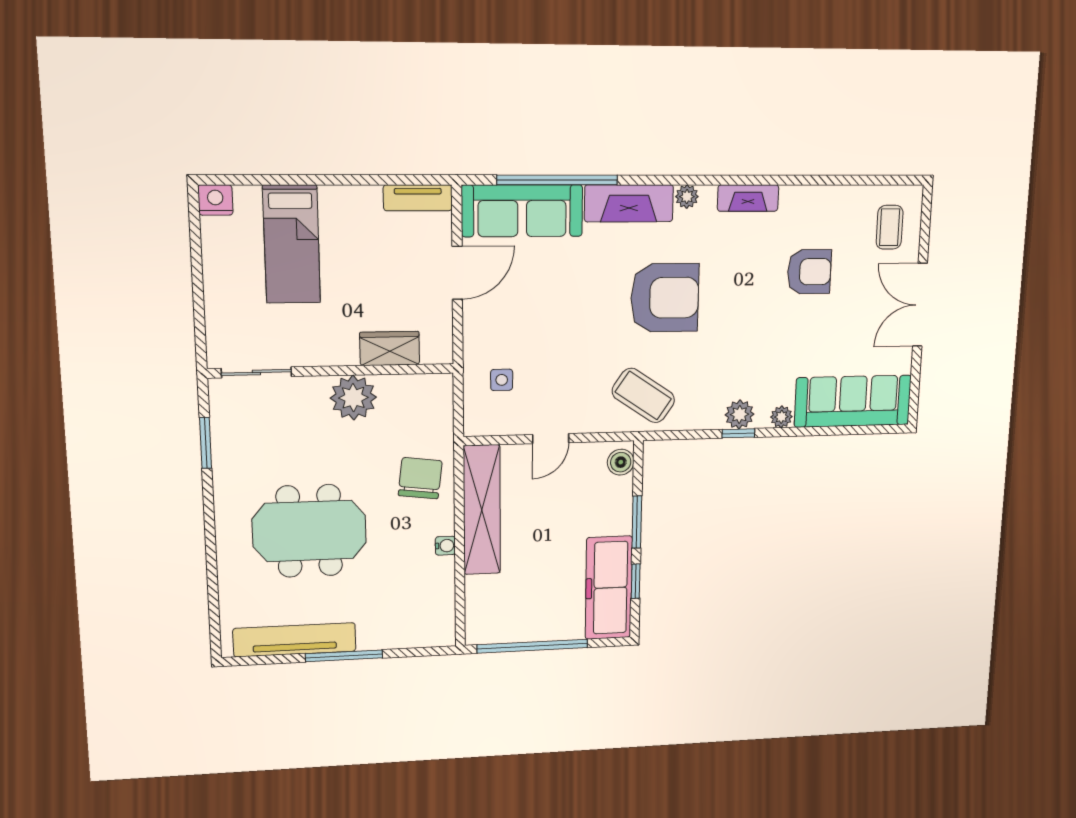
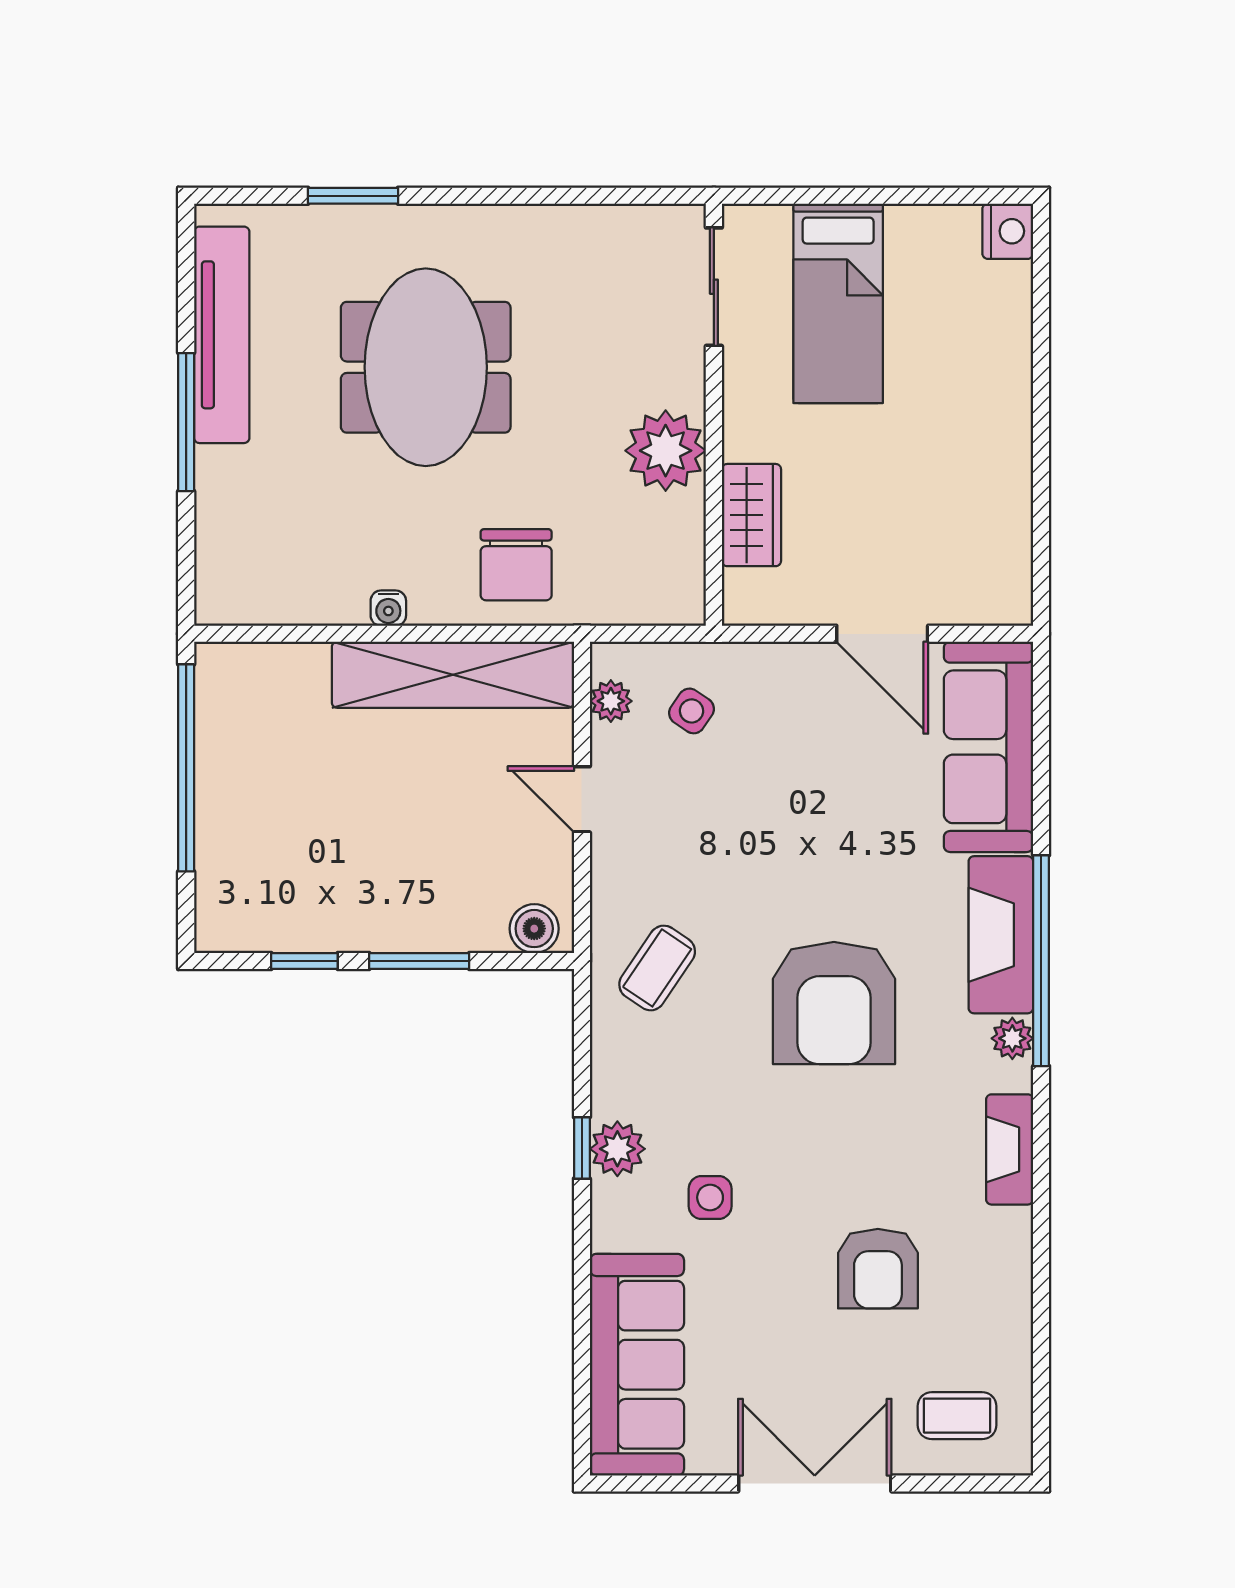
window: (557, 180) -> (1041, 961), moved
tv unit: (418, 198) -> (1011, 568), removed
bed: (292, 244) -> (838, 303), moved, turned -90
side table: (767, 364) -> (710, 1197), added
side table: (502, 380) -> (692, 711), turned 34
coffee table: (643, 395) -> (657, 968), width x0.73, depth x0.77
plant: (781, 417) -> (611, 701), moved
window: (206, 443) -> (353, 196), moved
chair: (420, 478) -> (516, 565), turned 83
freezer: (609, 588) -> (294, 910), removed

